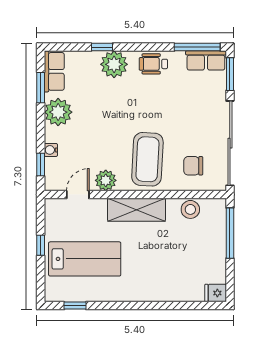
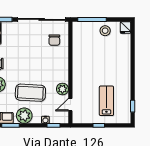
coffee table: (147, 159) -> (30, 93), moved
door: (78, 195) -> (70, 105), hinge flipped
stool: (190, 209) -> (105, 31), moved
shelving: (137, 210) -> (79, 72), removed
lab bench: (85, 259) -> (106, 101), width x0.73, depth x0.72

